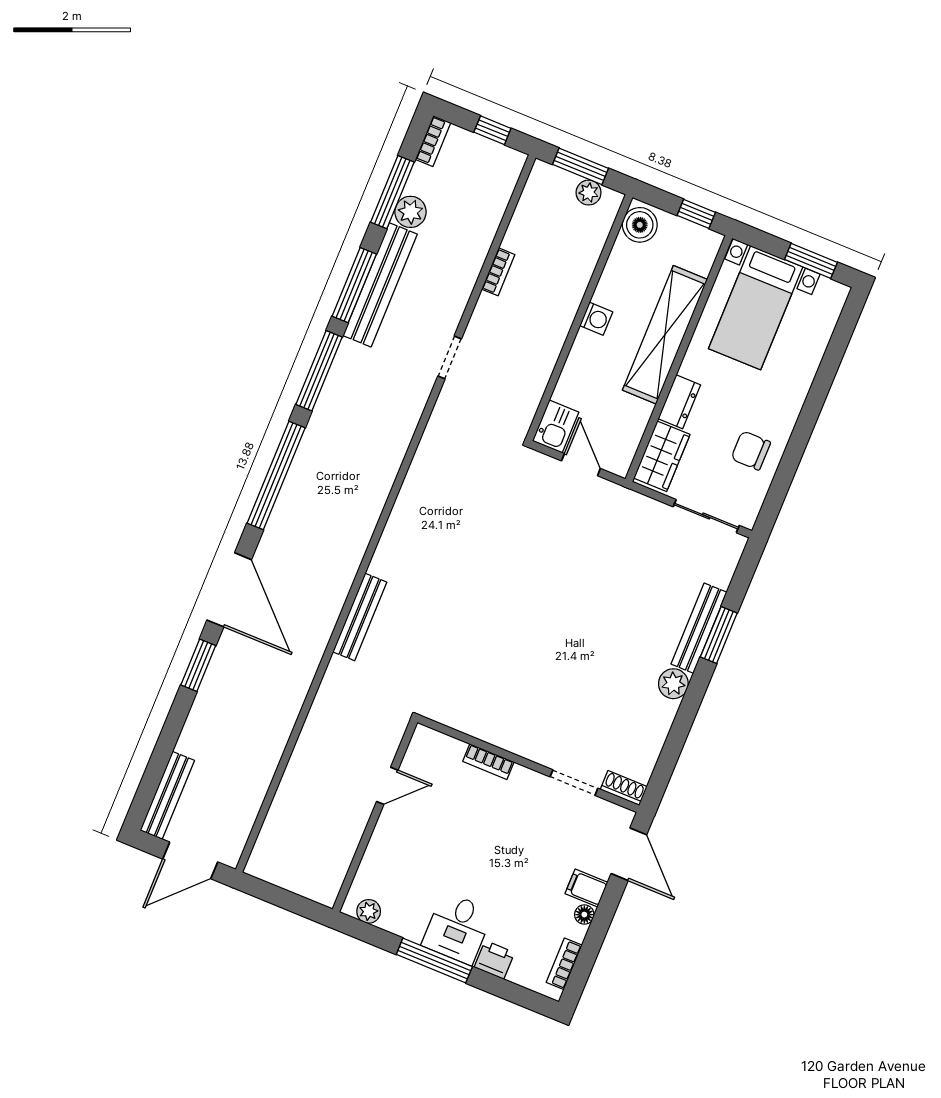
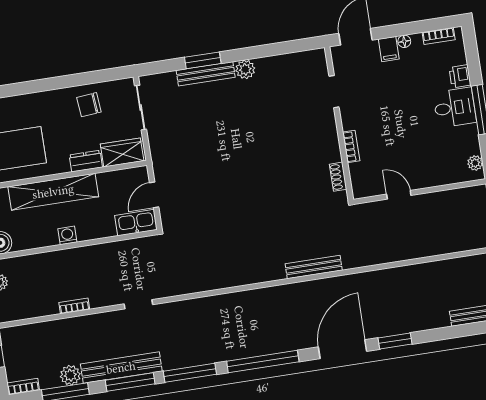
kitchen sink: (556, 427) -> (136, 223), width x1.38
chair: (751, 451) -> (89, 105), turned 85
shoe rack: (624, 788) -> (338, 177), moved

